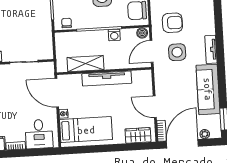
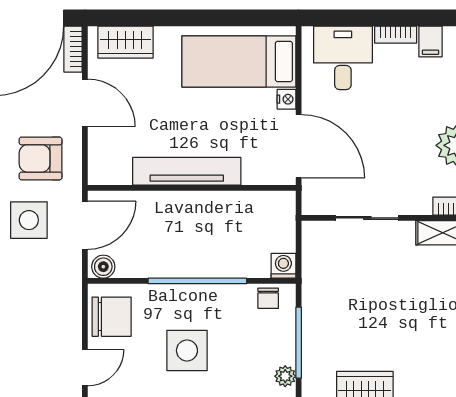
armchair: (172, 23) -> (41, 158), moved
washing machine: (114, 35) -> (283, 266), moved
shelving: (85, 64) -> (232, 206), removed

